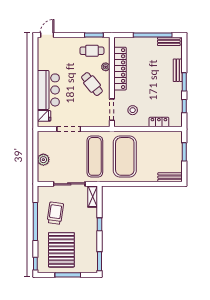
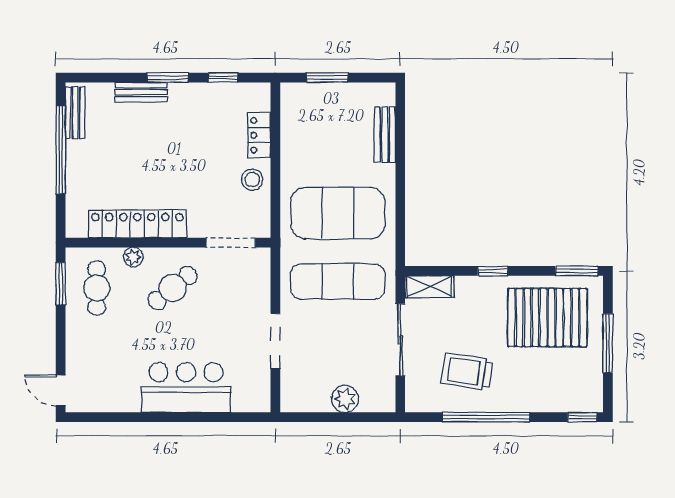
stool: (133, 110) -> (252, 180), moved
fridge: (44, 116) -> (245, 397), removed
bench: (170, 177) -> (385, 134), moved
pallet: (61, 250) -> (547, 317), moved

